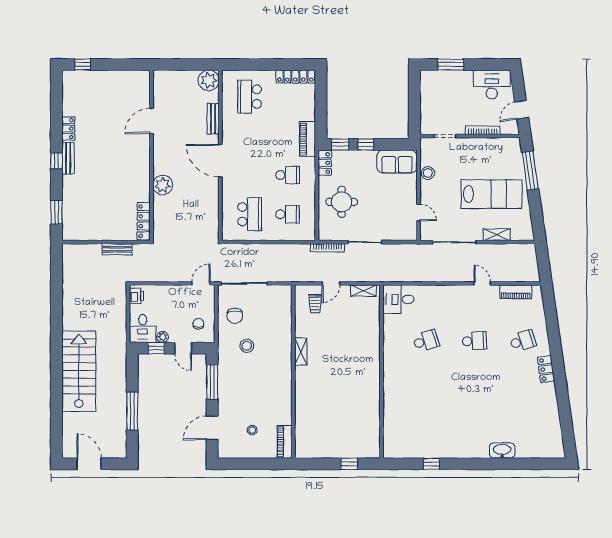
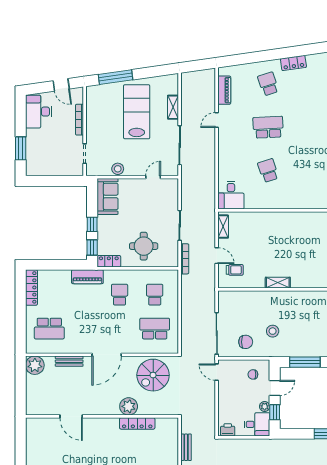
spiral stairs: (198, 212) -> (153, 375), added
locker: (144, 221) -> (137, 423), moved
school desk: (474, 341) -> (268, 127), width x1.85

